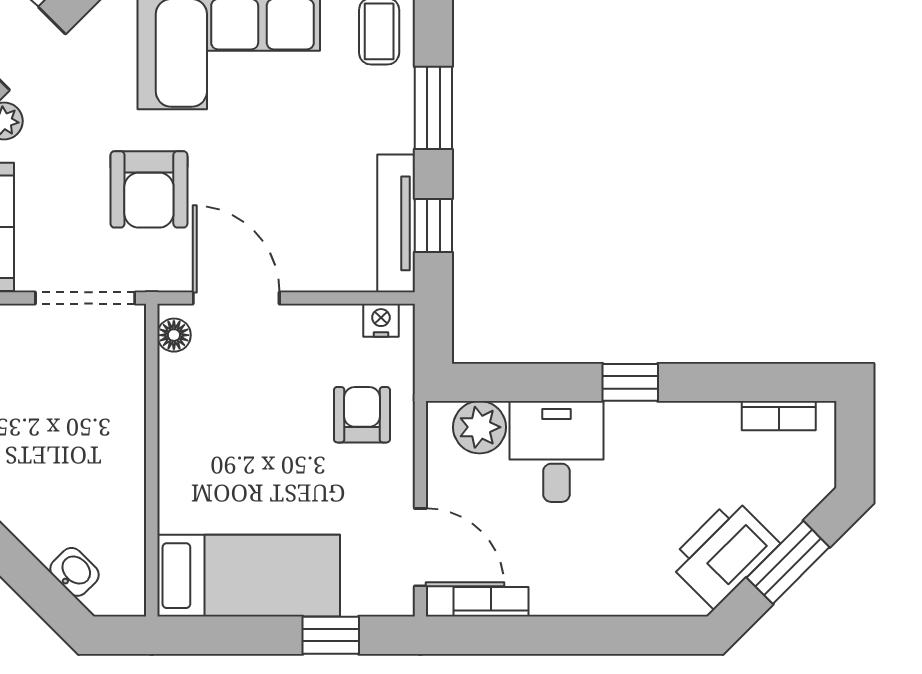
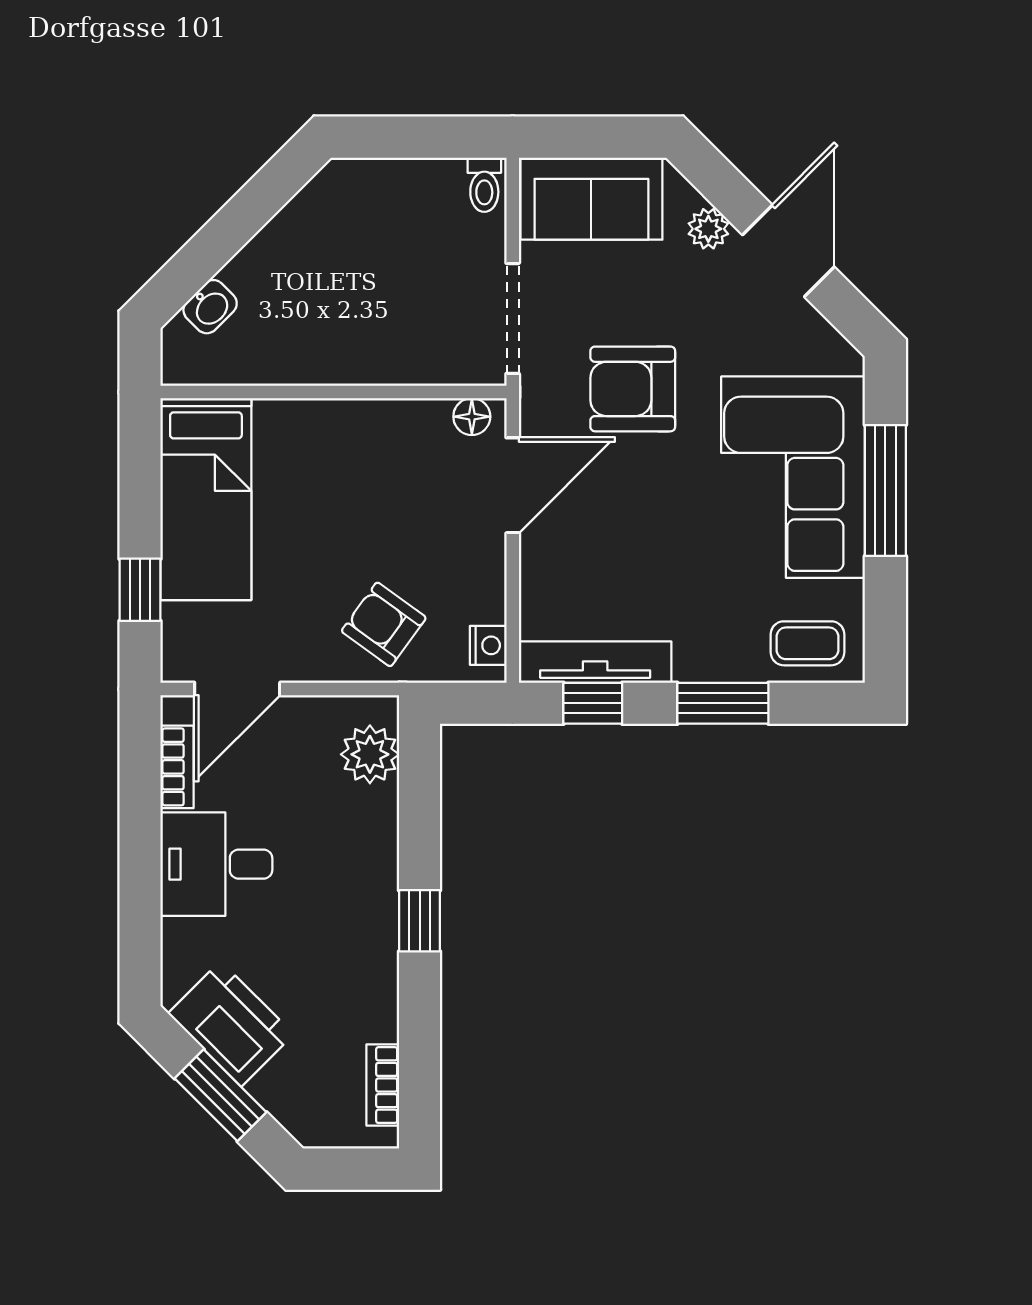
armchair: (362, 415) -> (384, 624), turned -144
desk: (556, 451) -> (216, 864), moved, turned 180

